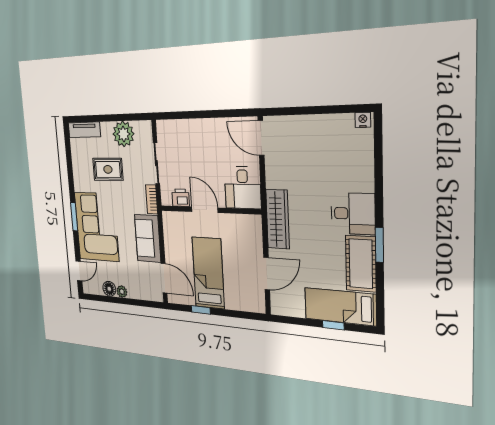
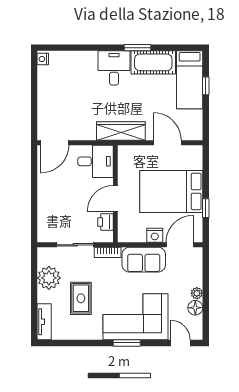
nightstand: (171, 252) -> (155, 235), added
bed: (208, 273) -> (171, 191), width x1.50

